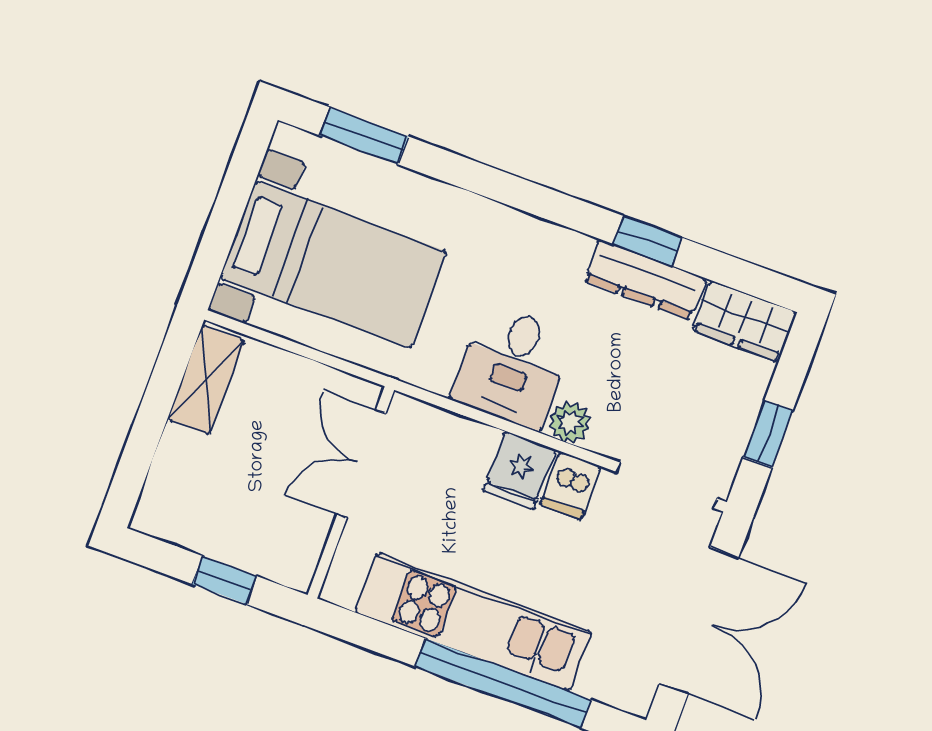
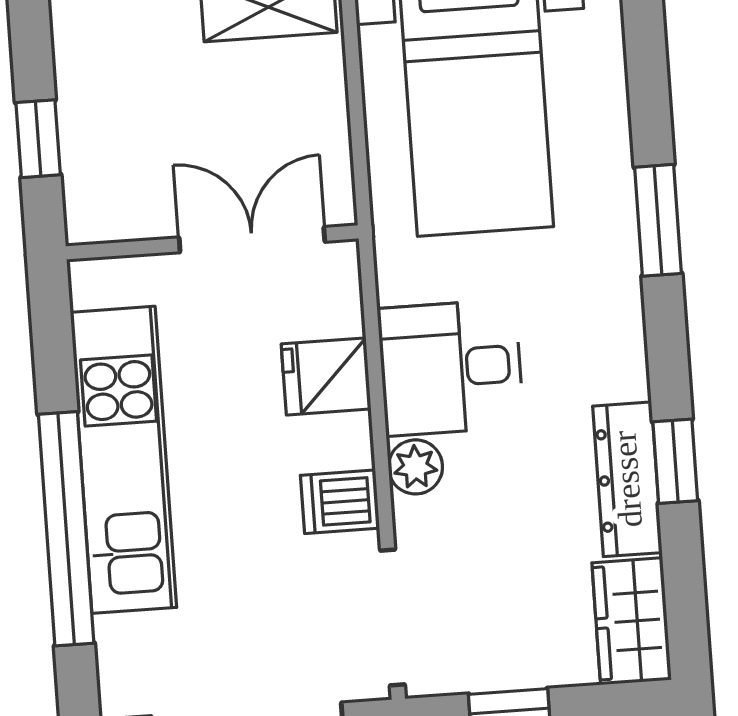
window: (364, 136) -> (658, 220), moved
fridge: (519, 470) -> (326, 376), moved

